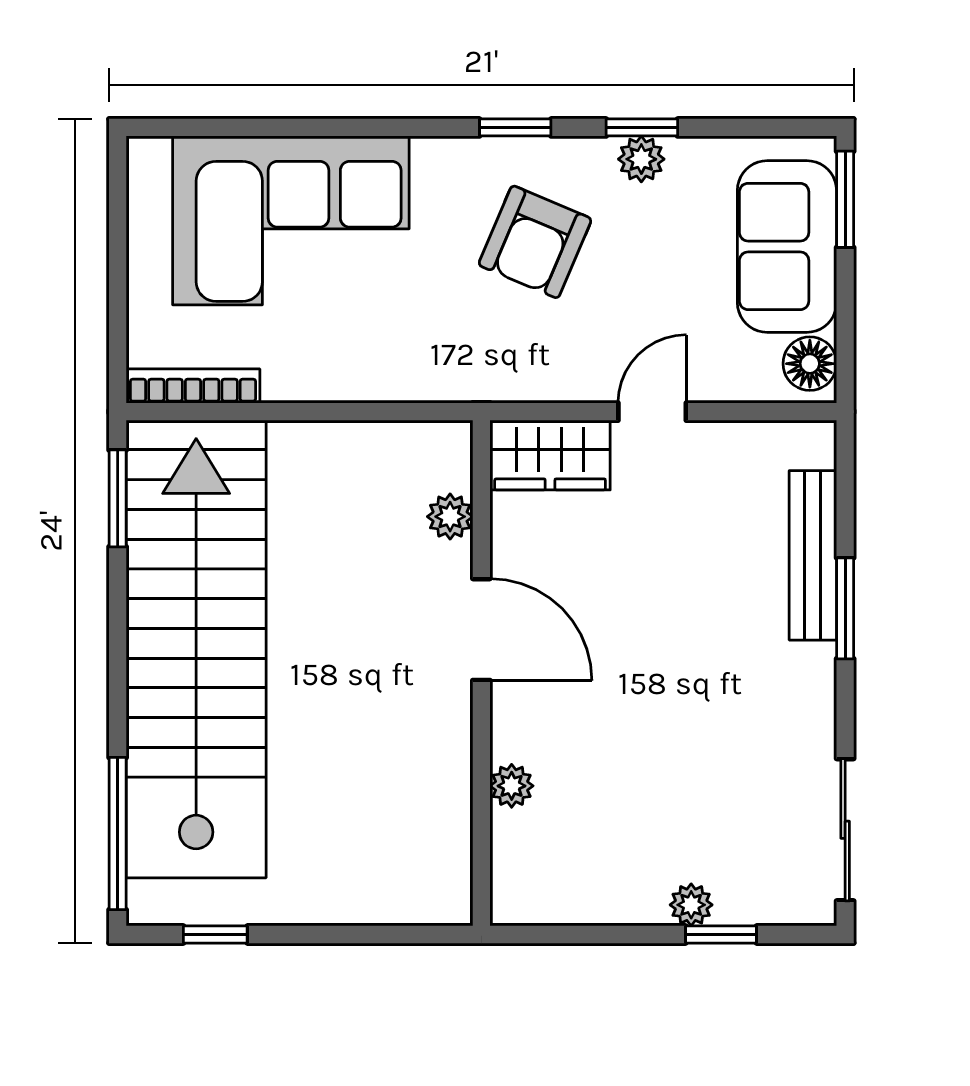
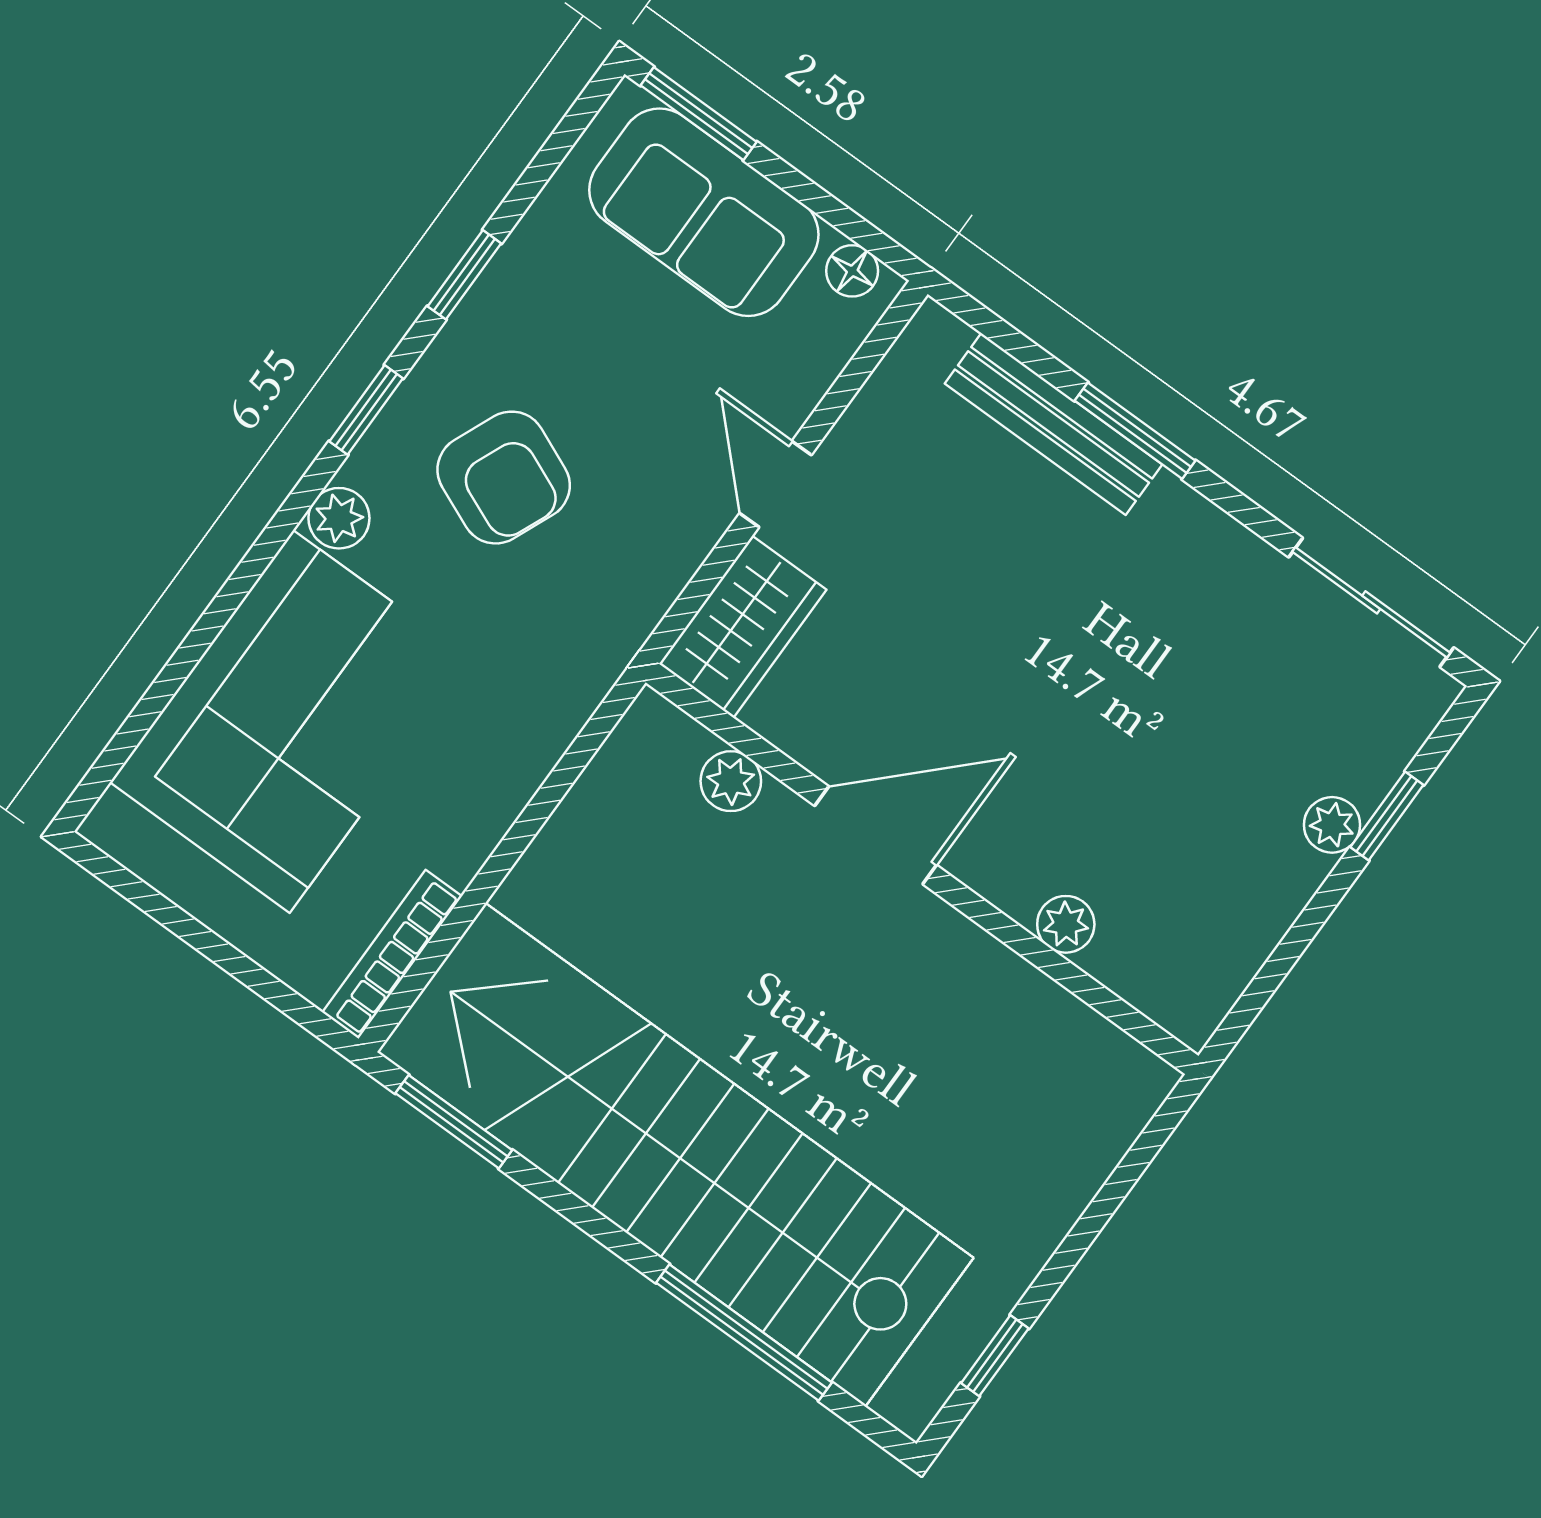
plant: (641, 159) -> (339, 518), moved
floor lamp: (810, 364) -> (852, 271), width x0.73, depth x0.73
window: (118, 834) -> (744, 1333), moved

